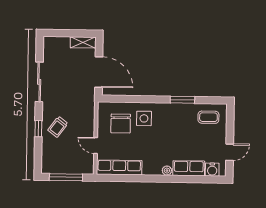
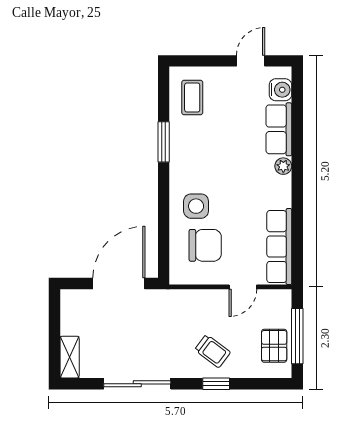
shelving: (83, 42) -> (70, 357), moved
door: (230, 152) -> (251, 61), hinge flipped
pallet: (60, 163) -> (274, 346), added

